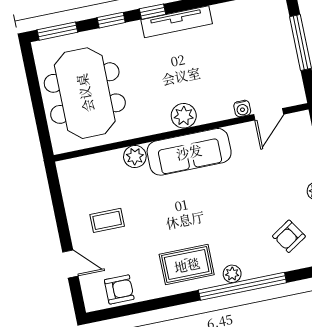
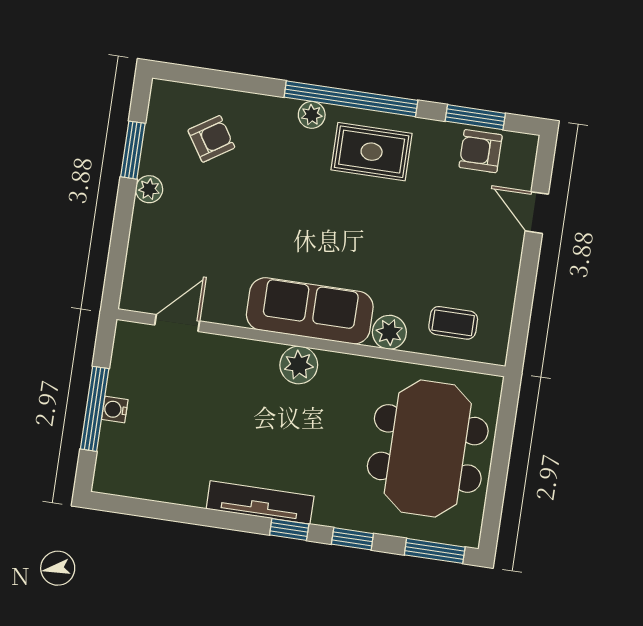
water cooler: (242, 108) -> (115, 410), moved, turned -90
coffee table: (107, 220) -> (453, 323), moved
window: (242, 286) -> (351, 99), moved
window: (130, 309) -> (475, 117), added

